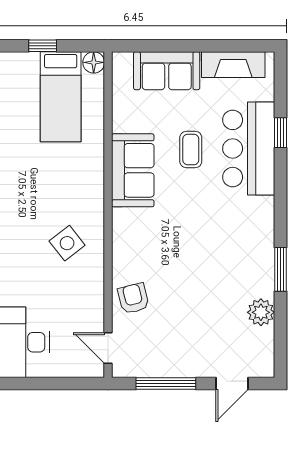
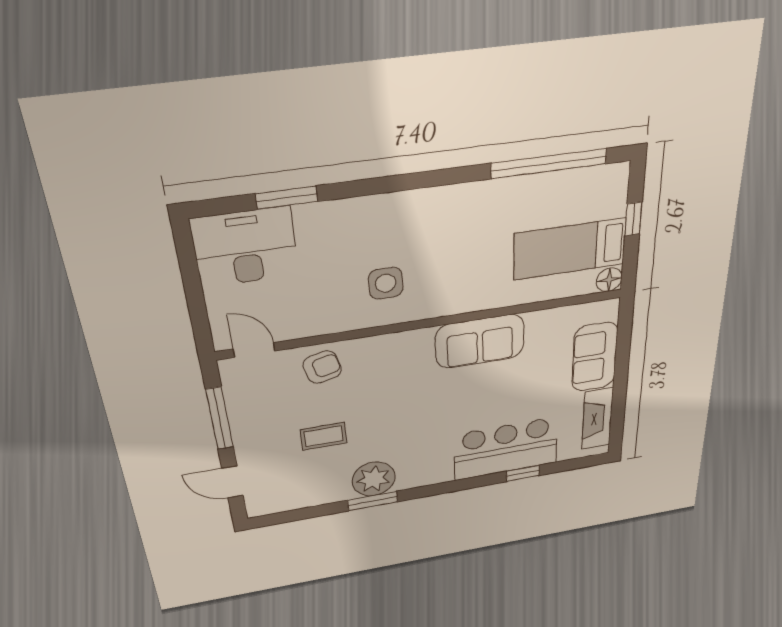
coffee table: (191, 150) -> (324, 436), moved
side table: (67, 243) -> (386, 283), turned 38
plant: (261, 312) -> (374, 479), moved, width x1.36, depth x1.36
door: (108, 348) -> (254, 350), hinge flipped

